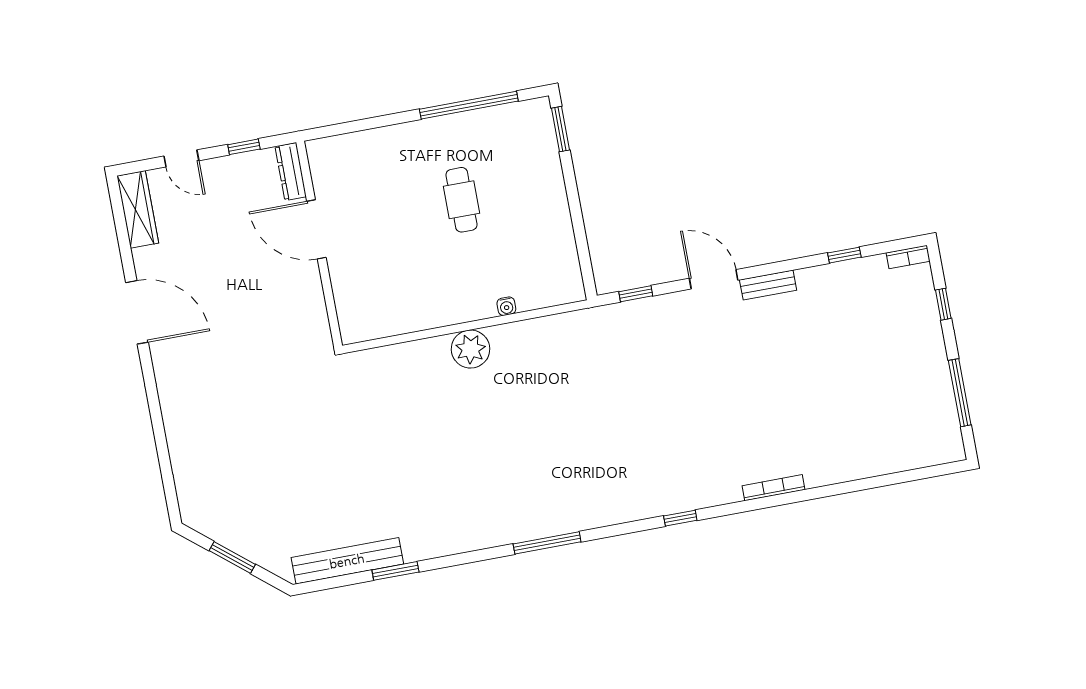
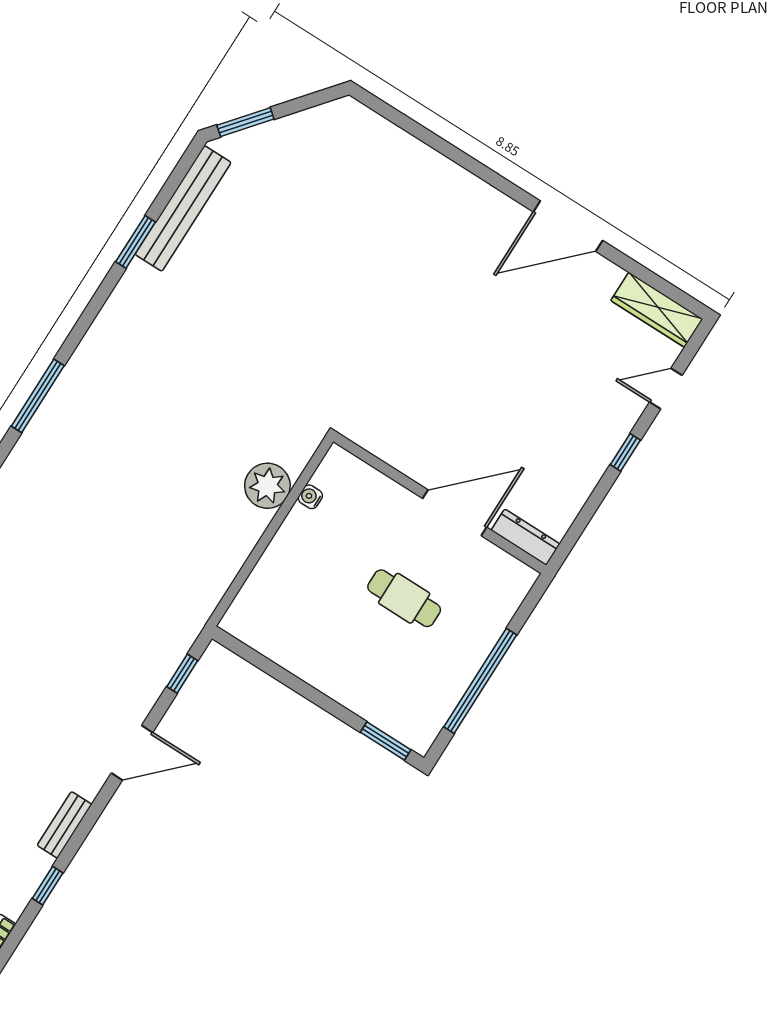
dresser: (291, 172) -> (525, 537), moved
door: (316, 229) -> (455, 513), moved
wall: (319, 244) -> (440, 503), moved
bench: (768, 285) -> (65, 825), moved
water cooler: (506, 306) -> (310, 497), moved
window: (232, 558) -> (245, 122), moved

